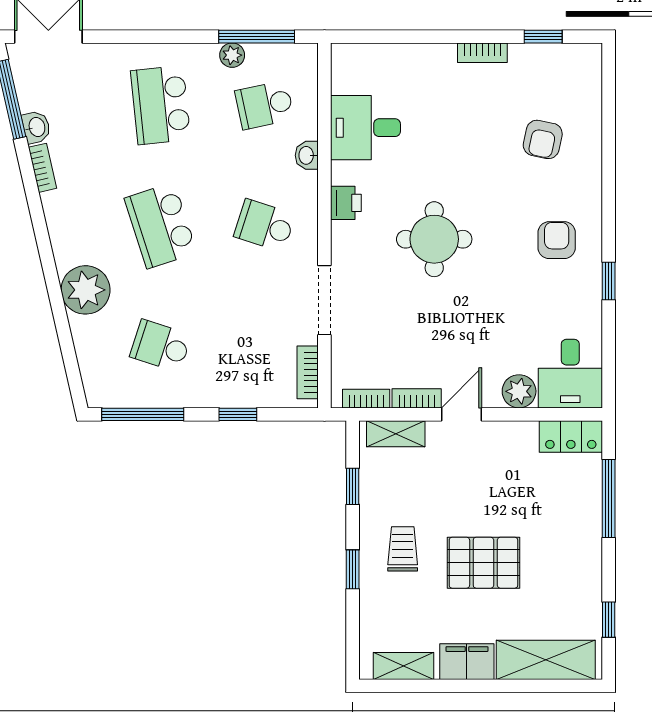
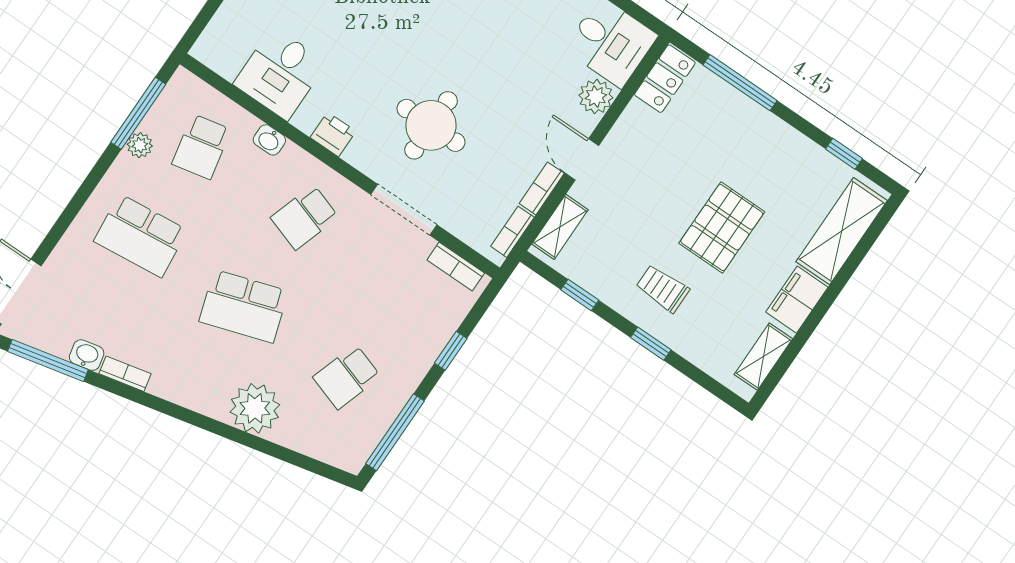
round table: (434, 239) -> (431, 125), moved

